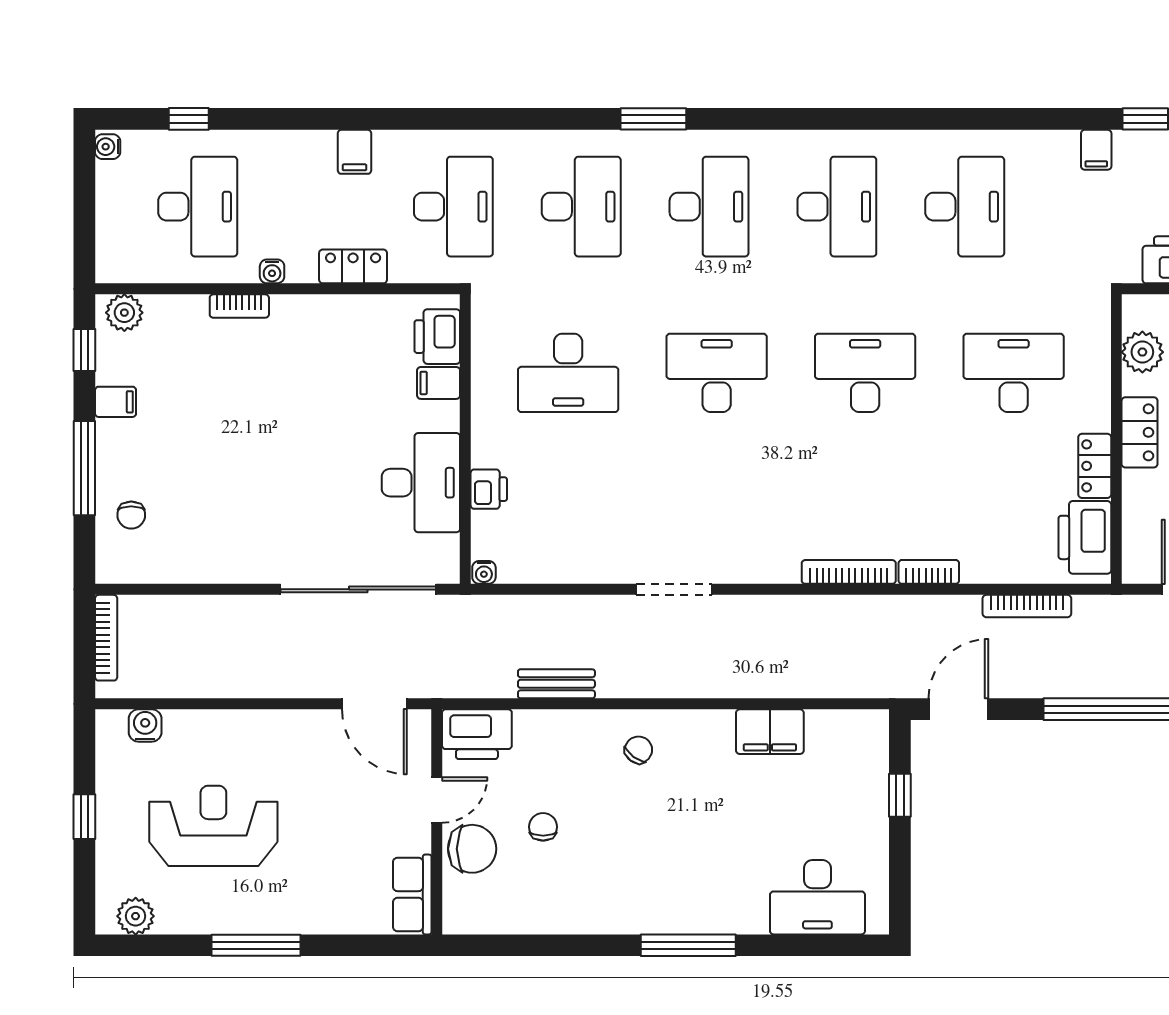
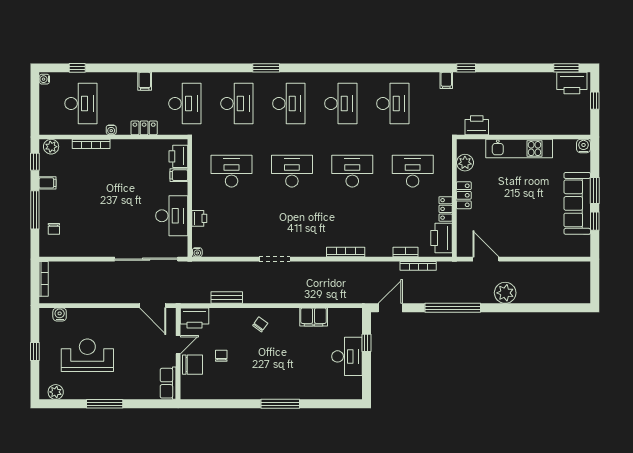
bookcase: (239, 306) -> (91, 144), width x1.56
desk: (568, 373) -> (232, 171), turned 180
bookcase: (929, 572) -> (406, 252), moved
desk: (817, 897) -> (347, 356), moved, turned -90

